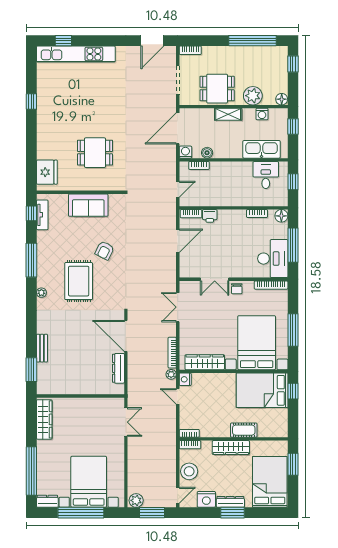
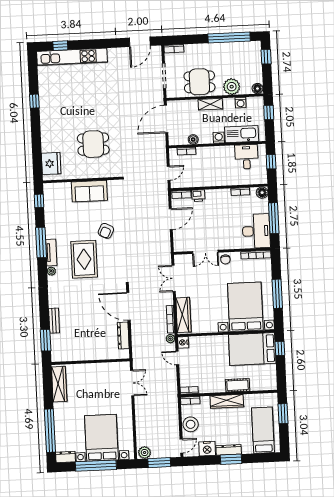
washing machine: (185, 152) -> (219, 138), moved
tv unit: (42, 215) -> (51, 253), moved
wardrobe: (205, 362) -> (183, 315), moved, turned 90
bed: (270, 482) -> (263, 430), width x0.67

